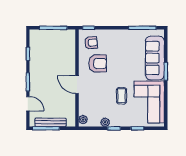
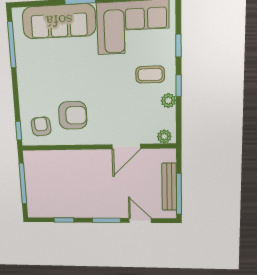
armchair: (98, 63) -> (73, 115), turned 90
door: (77, 85) -> (126, 147), moved
coffee table: (122, 96) -> (150, 75), moved
door: (28, 104) -> (140, 220), hinge flipped

